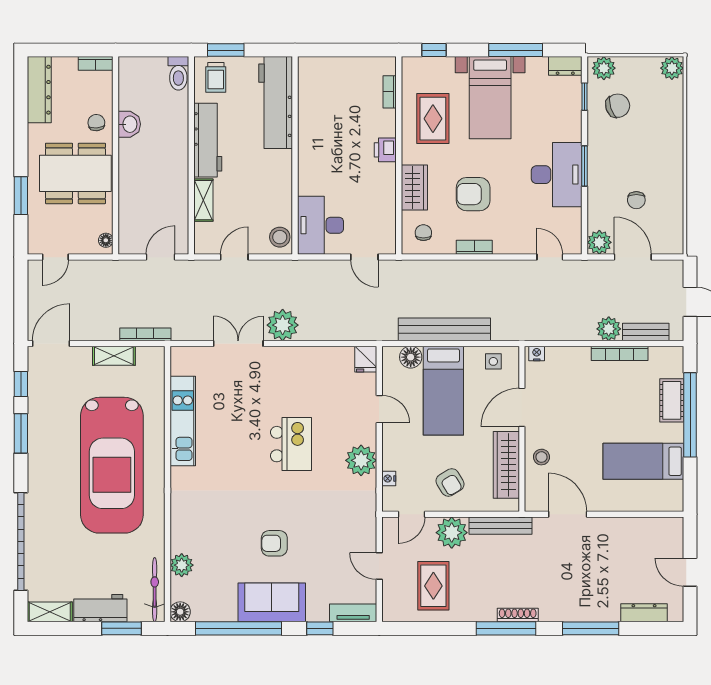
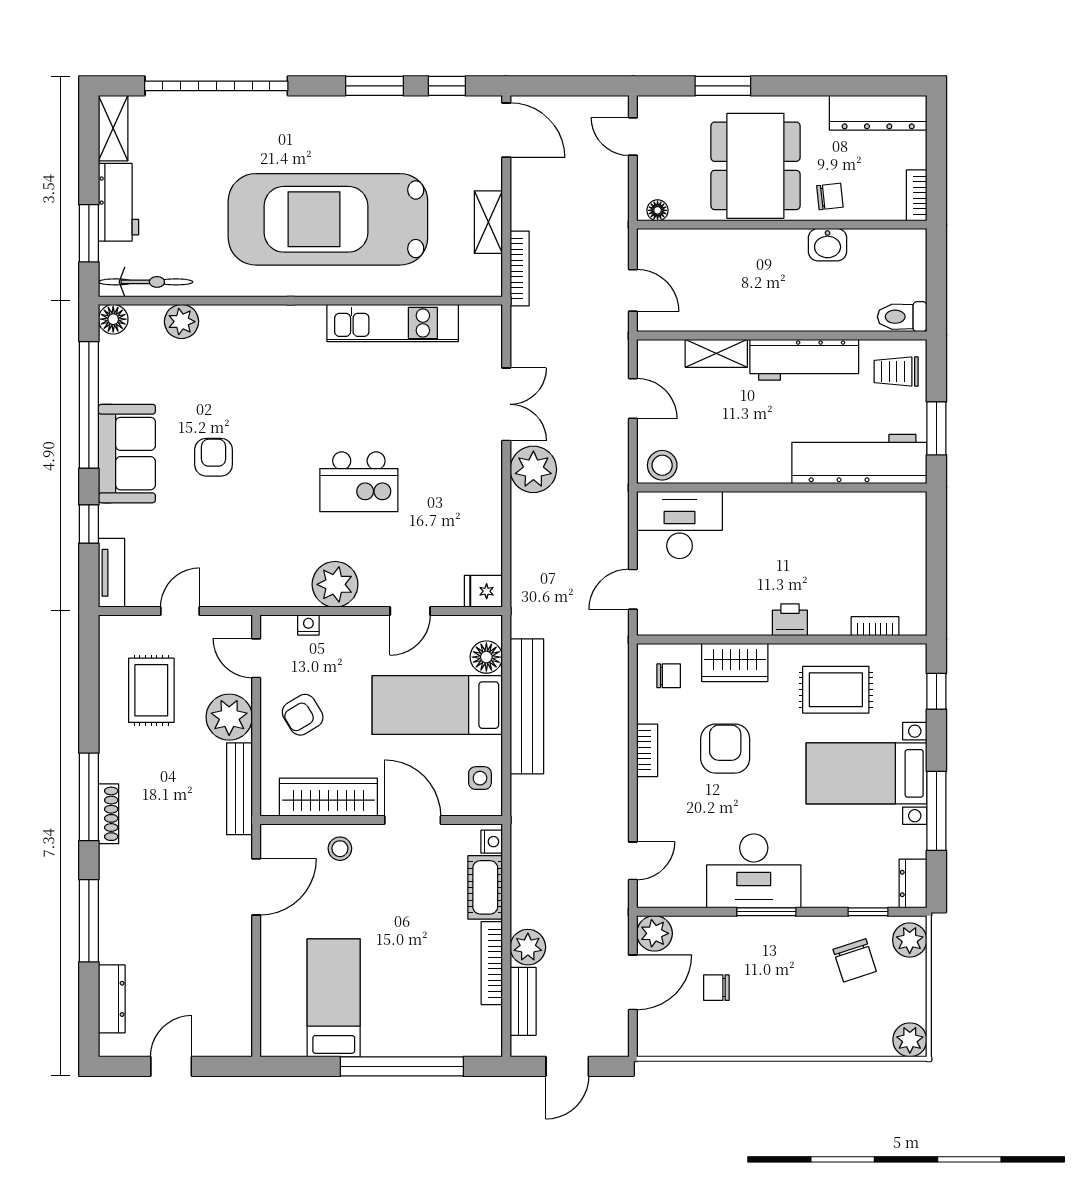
window: (226, 50) -> (936, 428), moved
cot: (672, 400) -> (485, 887), moved, turned 90
rug: (433, 586) -> (151, 690), turned 90

